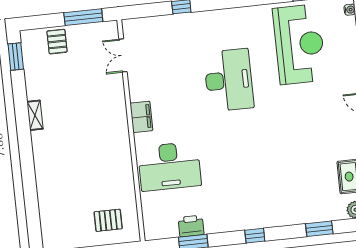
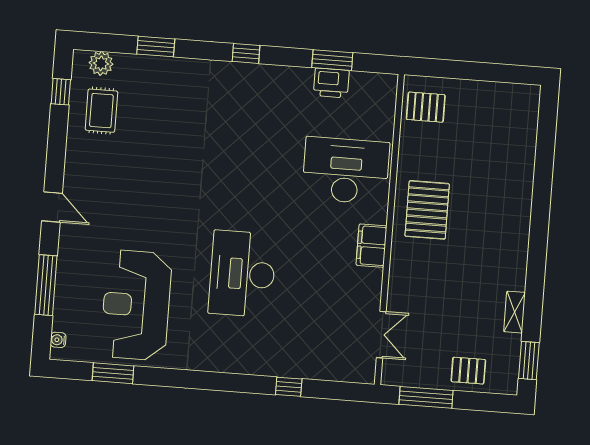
pallet: (57, 42) -> (468, 371), turned 90
shelving: (35, 115) -> (515, 312), moved
pallet: (107, 149) -> (427, 210), added
pallet: (108, 220) -> (426, 107), moved

